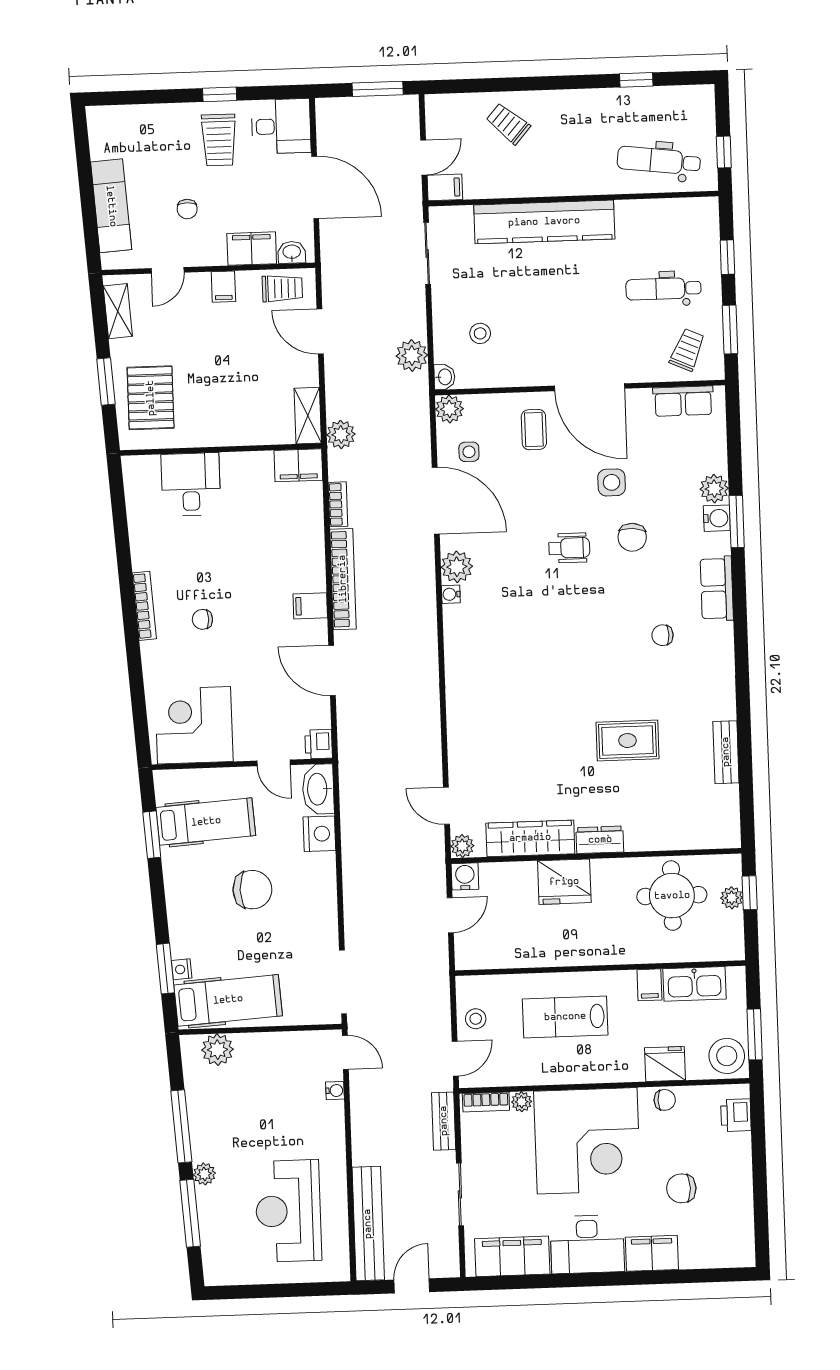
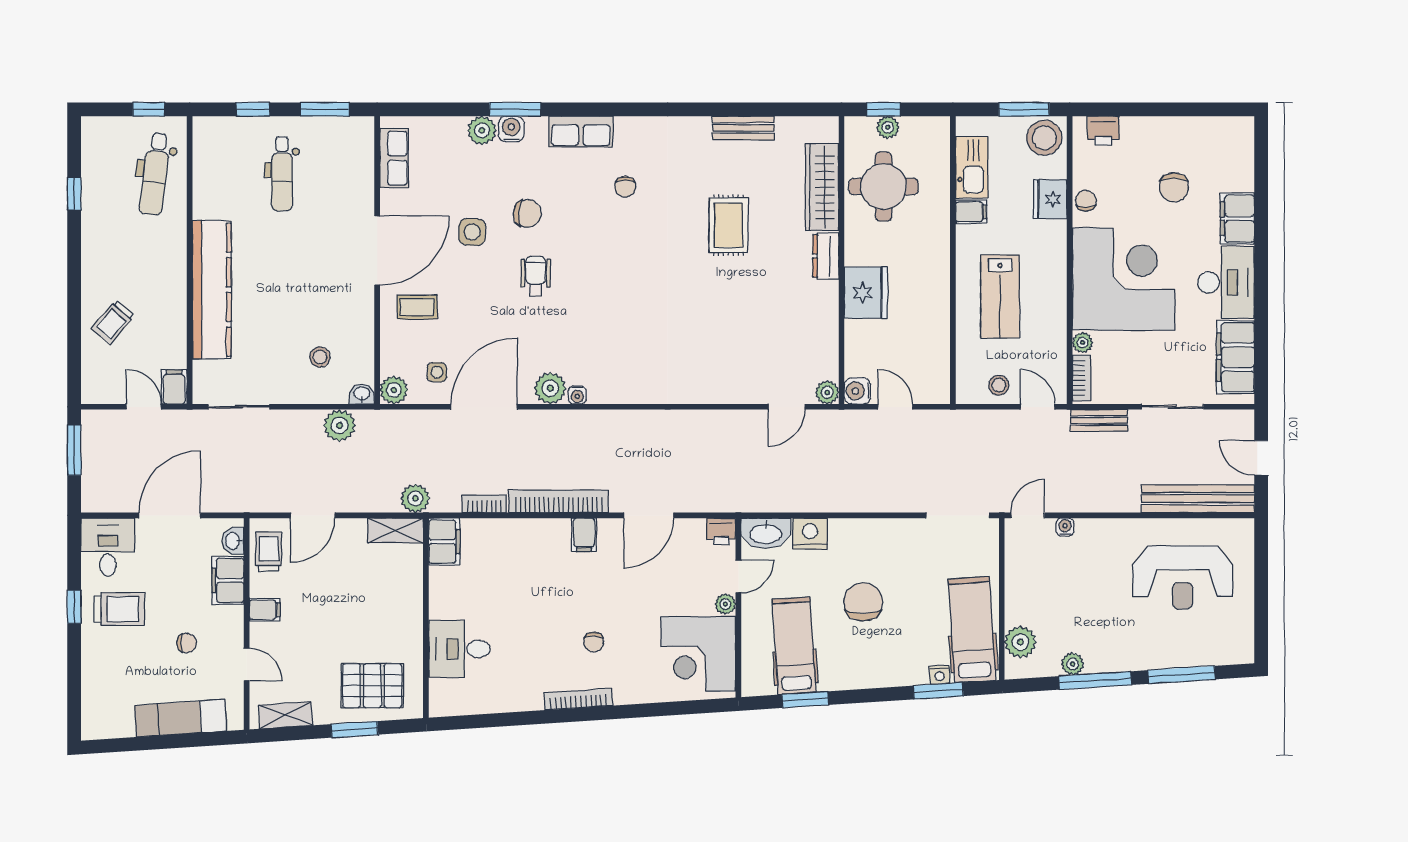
trolley: (687, 350) -> (343, 152), removed
plant: (245, 751) -> (725, 604), added
wardrobe: (530, 838) -> (822, 187), moved
plant: (204, 1174) -> (1073, 664), moved

